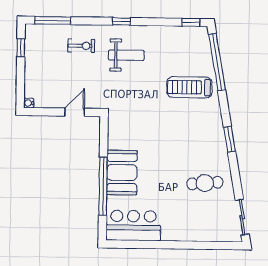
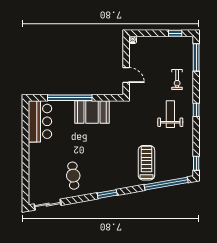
weight bench: (126, 55) -> (170, 114), turned 180
booth: (122, 173) -> (92, 112), moved

